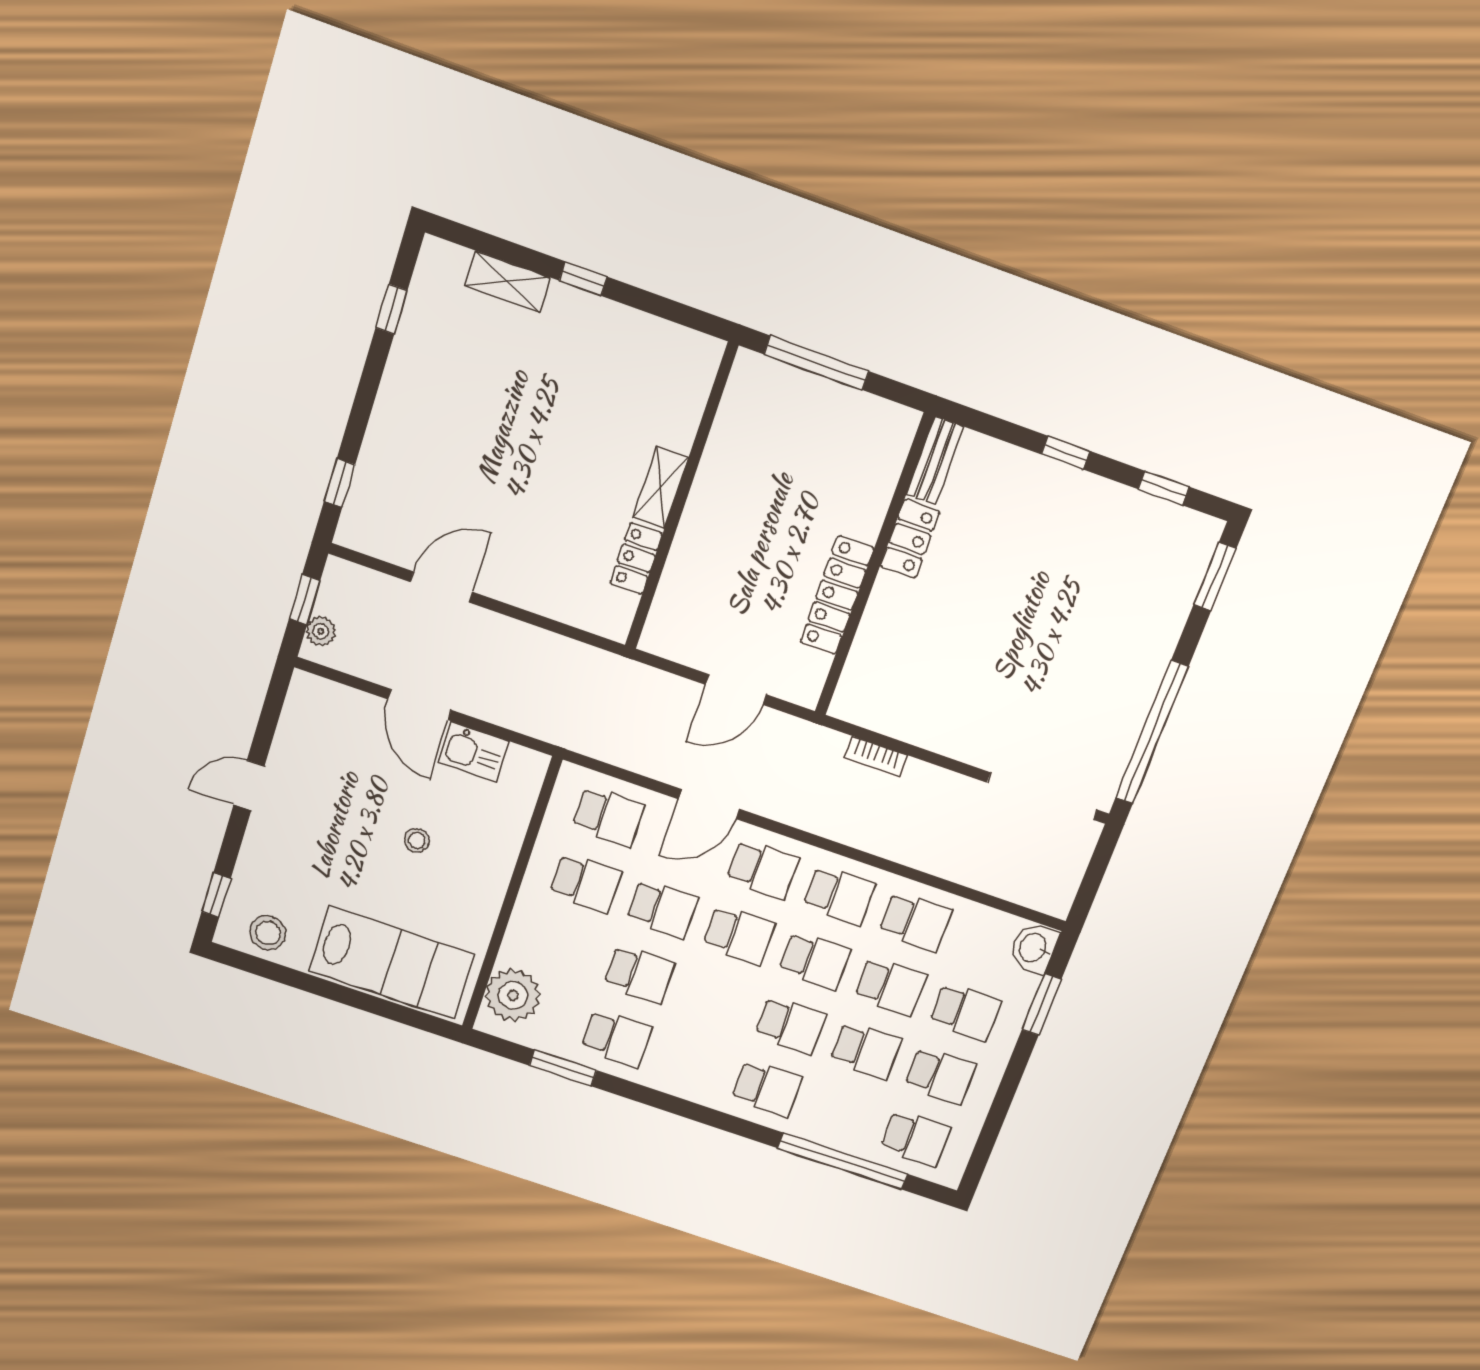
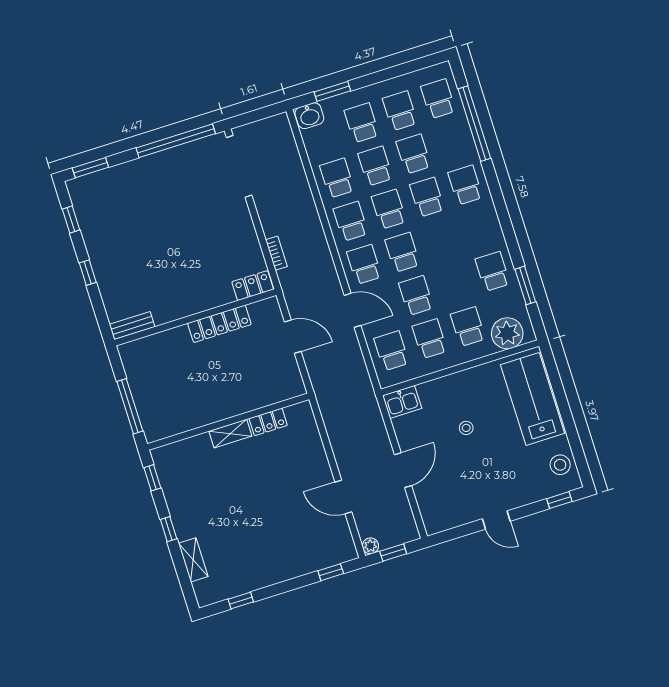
window: (681, 314) -> (152, 478), added
locker: (910, 539) -> (253, 286), moved
plant: (321, 631) -> (370, 546), moved
kitchen sink: (473, 752) -> (402, 402), moved, turned 90
school desk: (639, 974) -> (468, 327), moved

